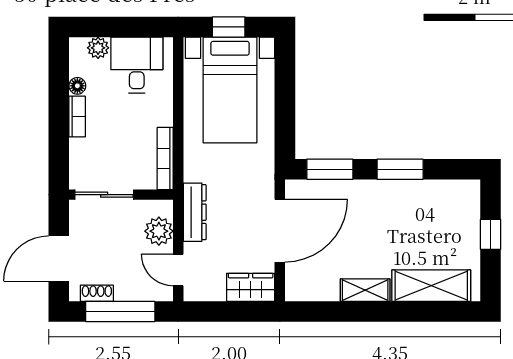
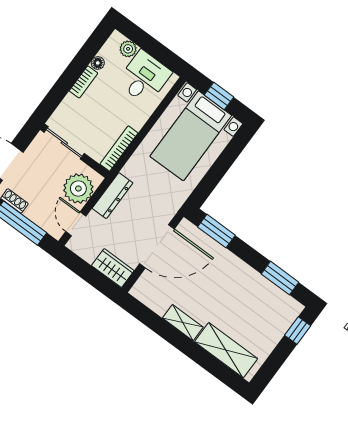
window: (400, 169) -> (280, 278), moved
plant: (159, 231) -> (78, 189), width x1.36, depth x1.36
window: (491, 234) -> (298, 331), moved

